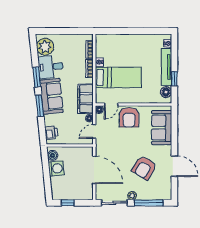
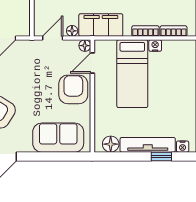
window: (174, 79) -> (161, 156), moved
door: (111, 104) -> (92, 63), hinge flipped
armchair: (129, 117) -> (73, 89), turned 90
door: (94, 131) -> (53, 38), hinge flipped

